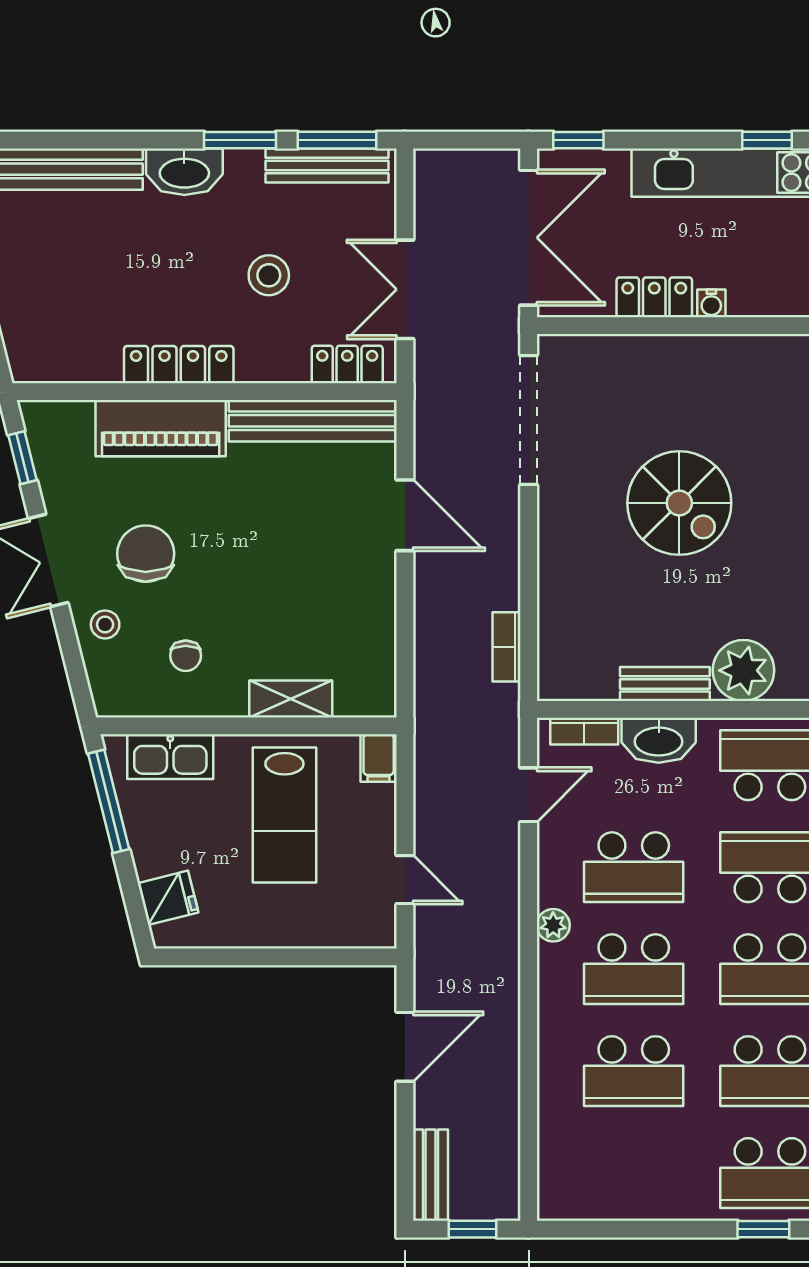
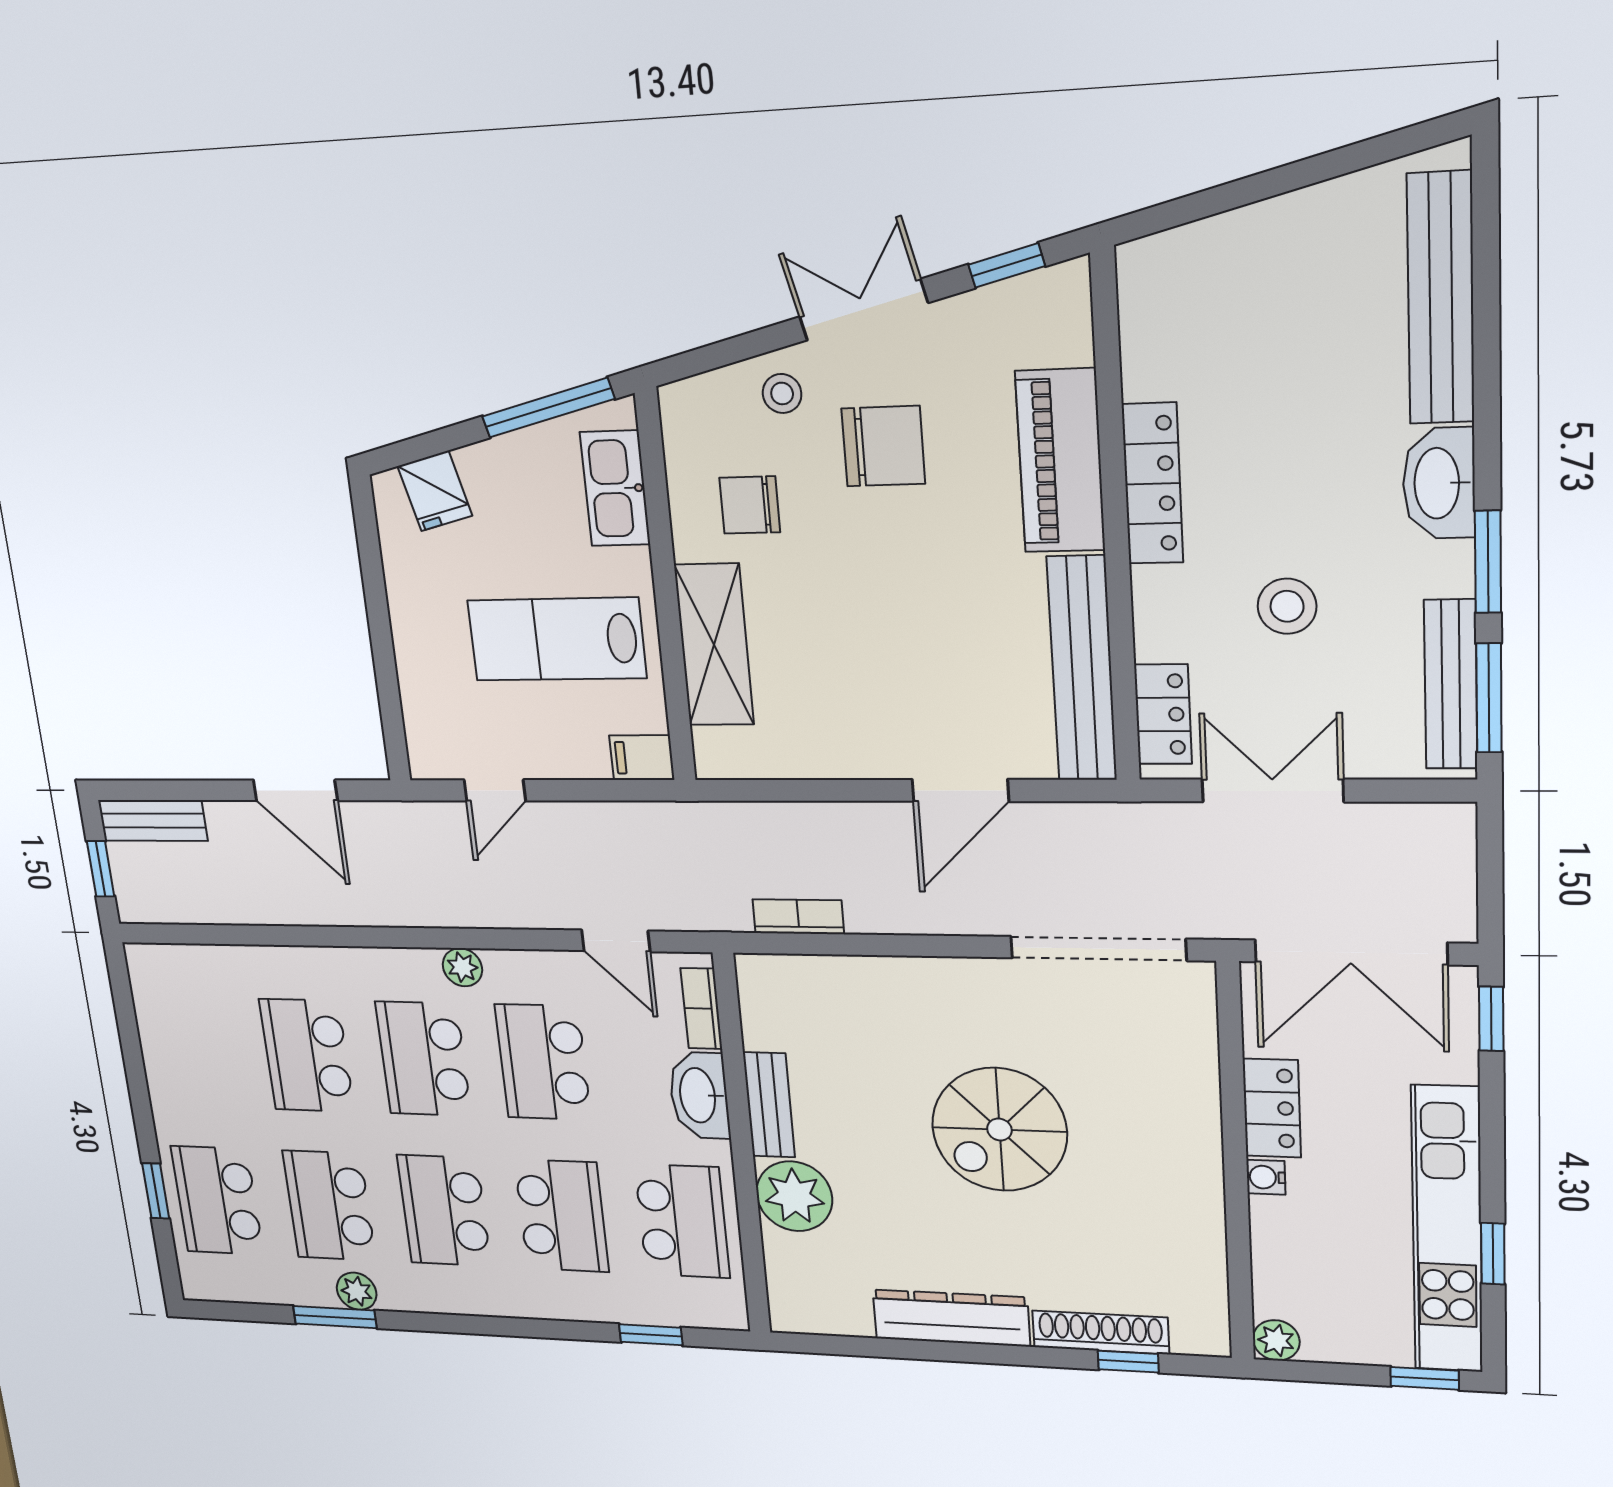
chair: (186, 656) -> (750, 505), width x1.37, depth x1.37
shelving: (291, 699) -> (714, 645), width x1.50, depth x1.33

